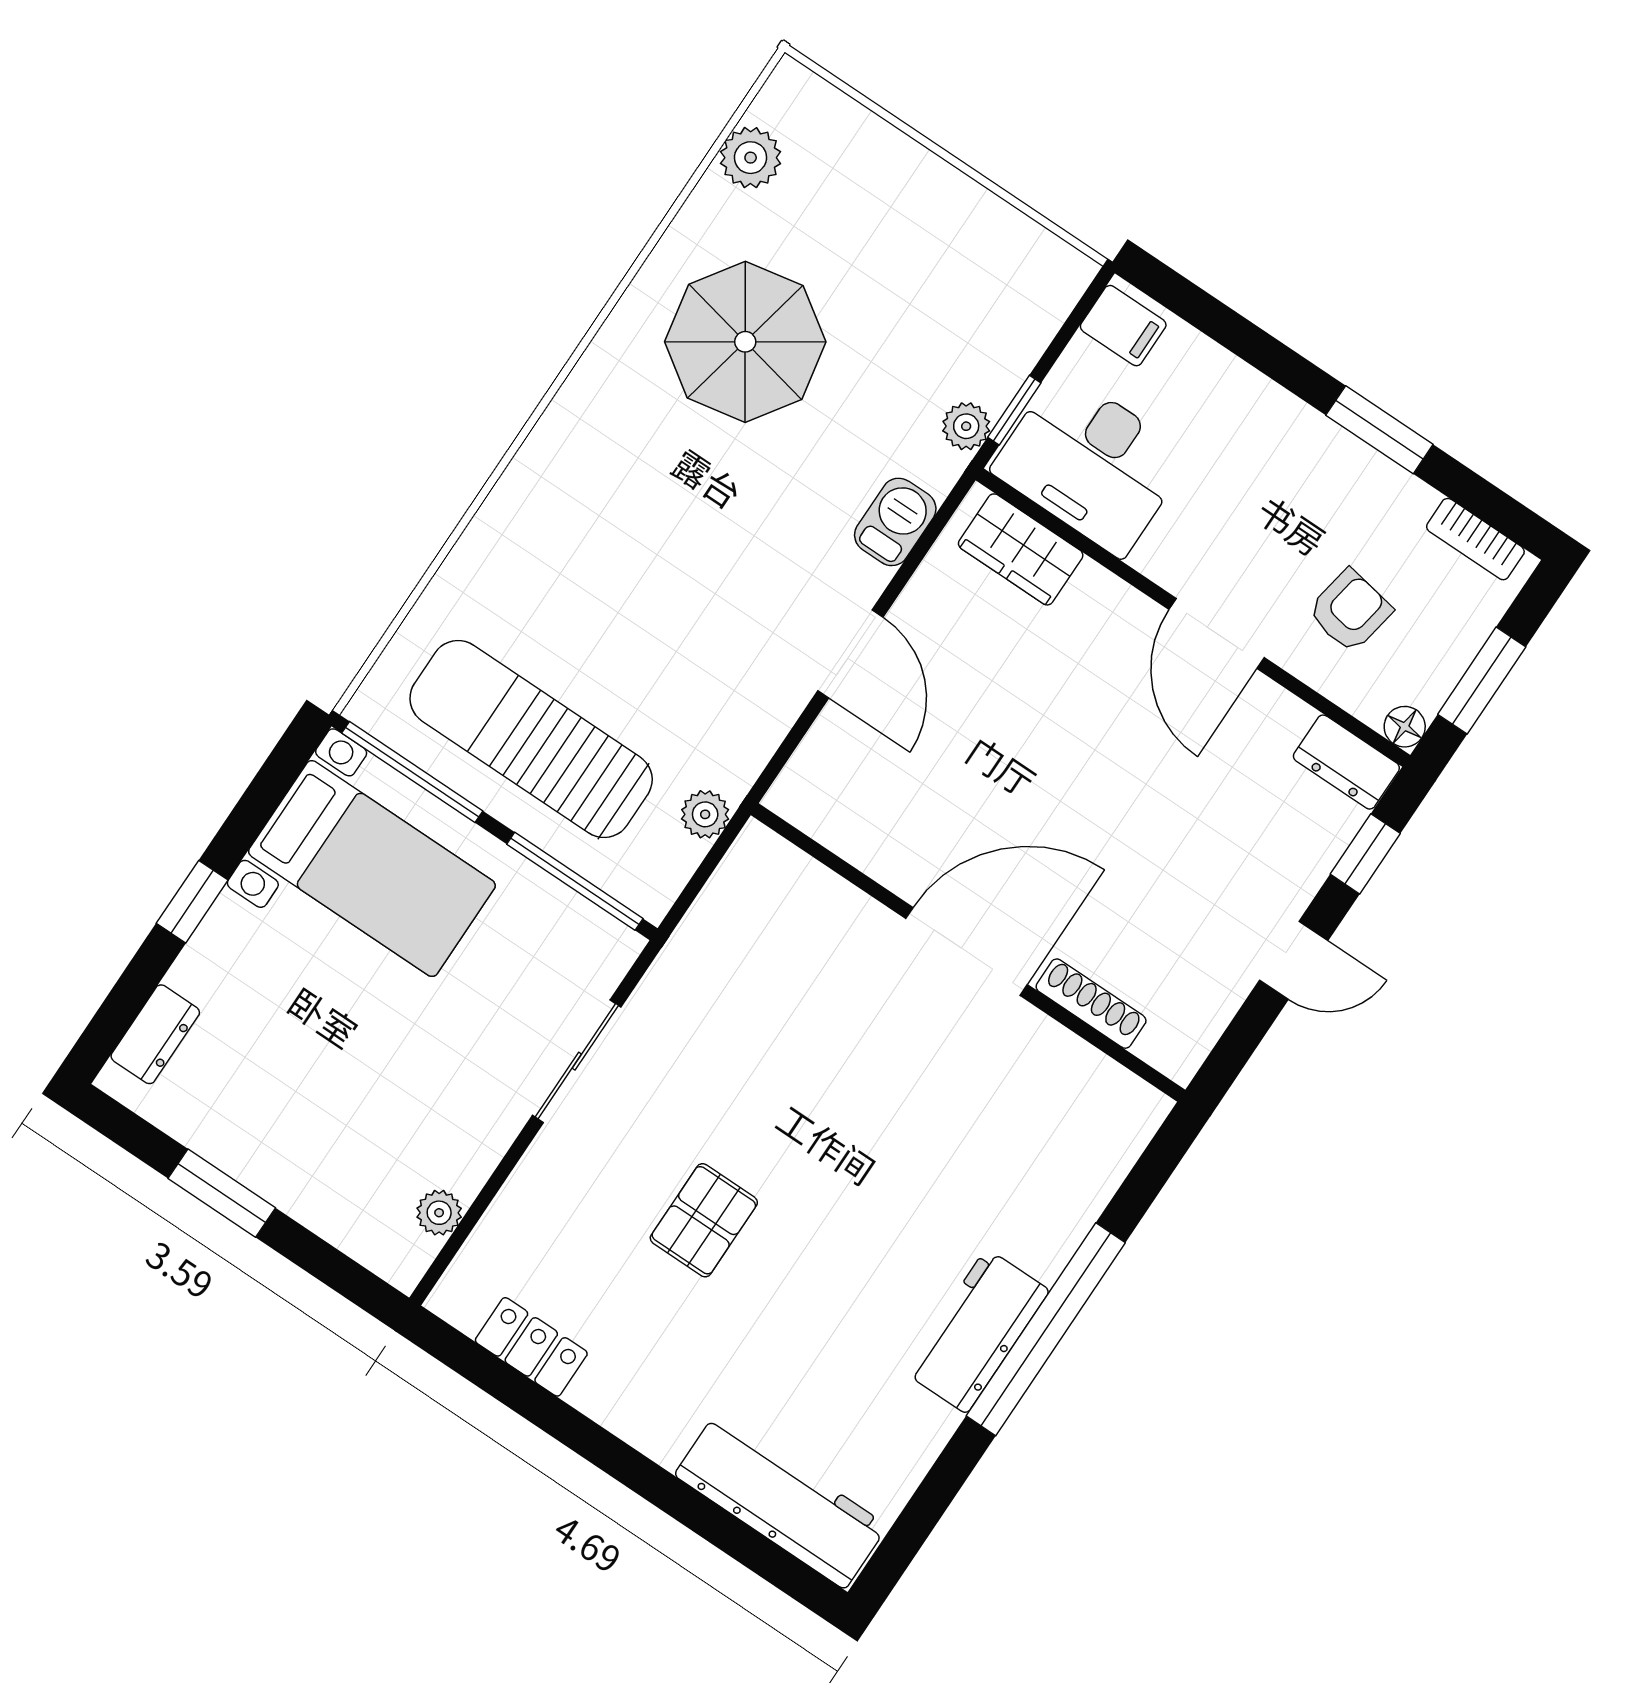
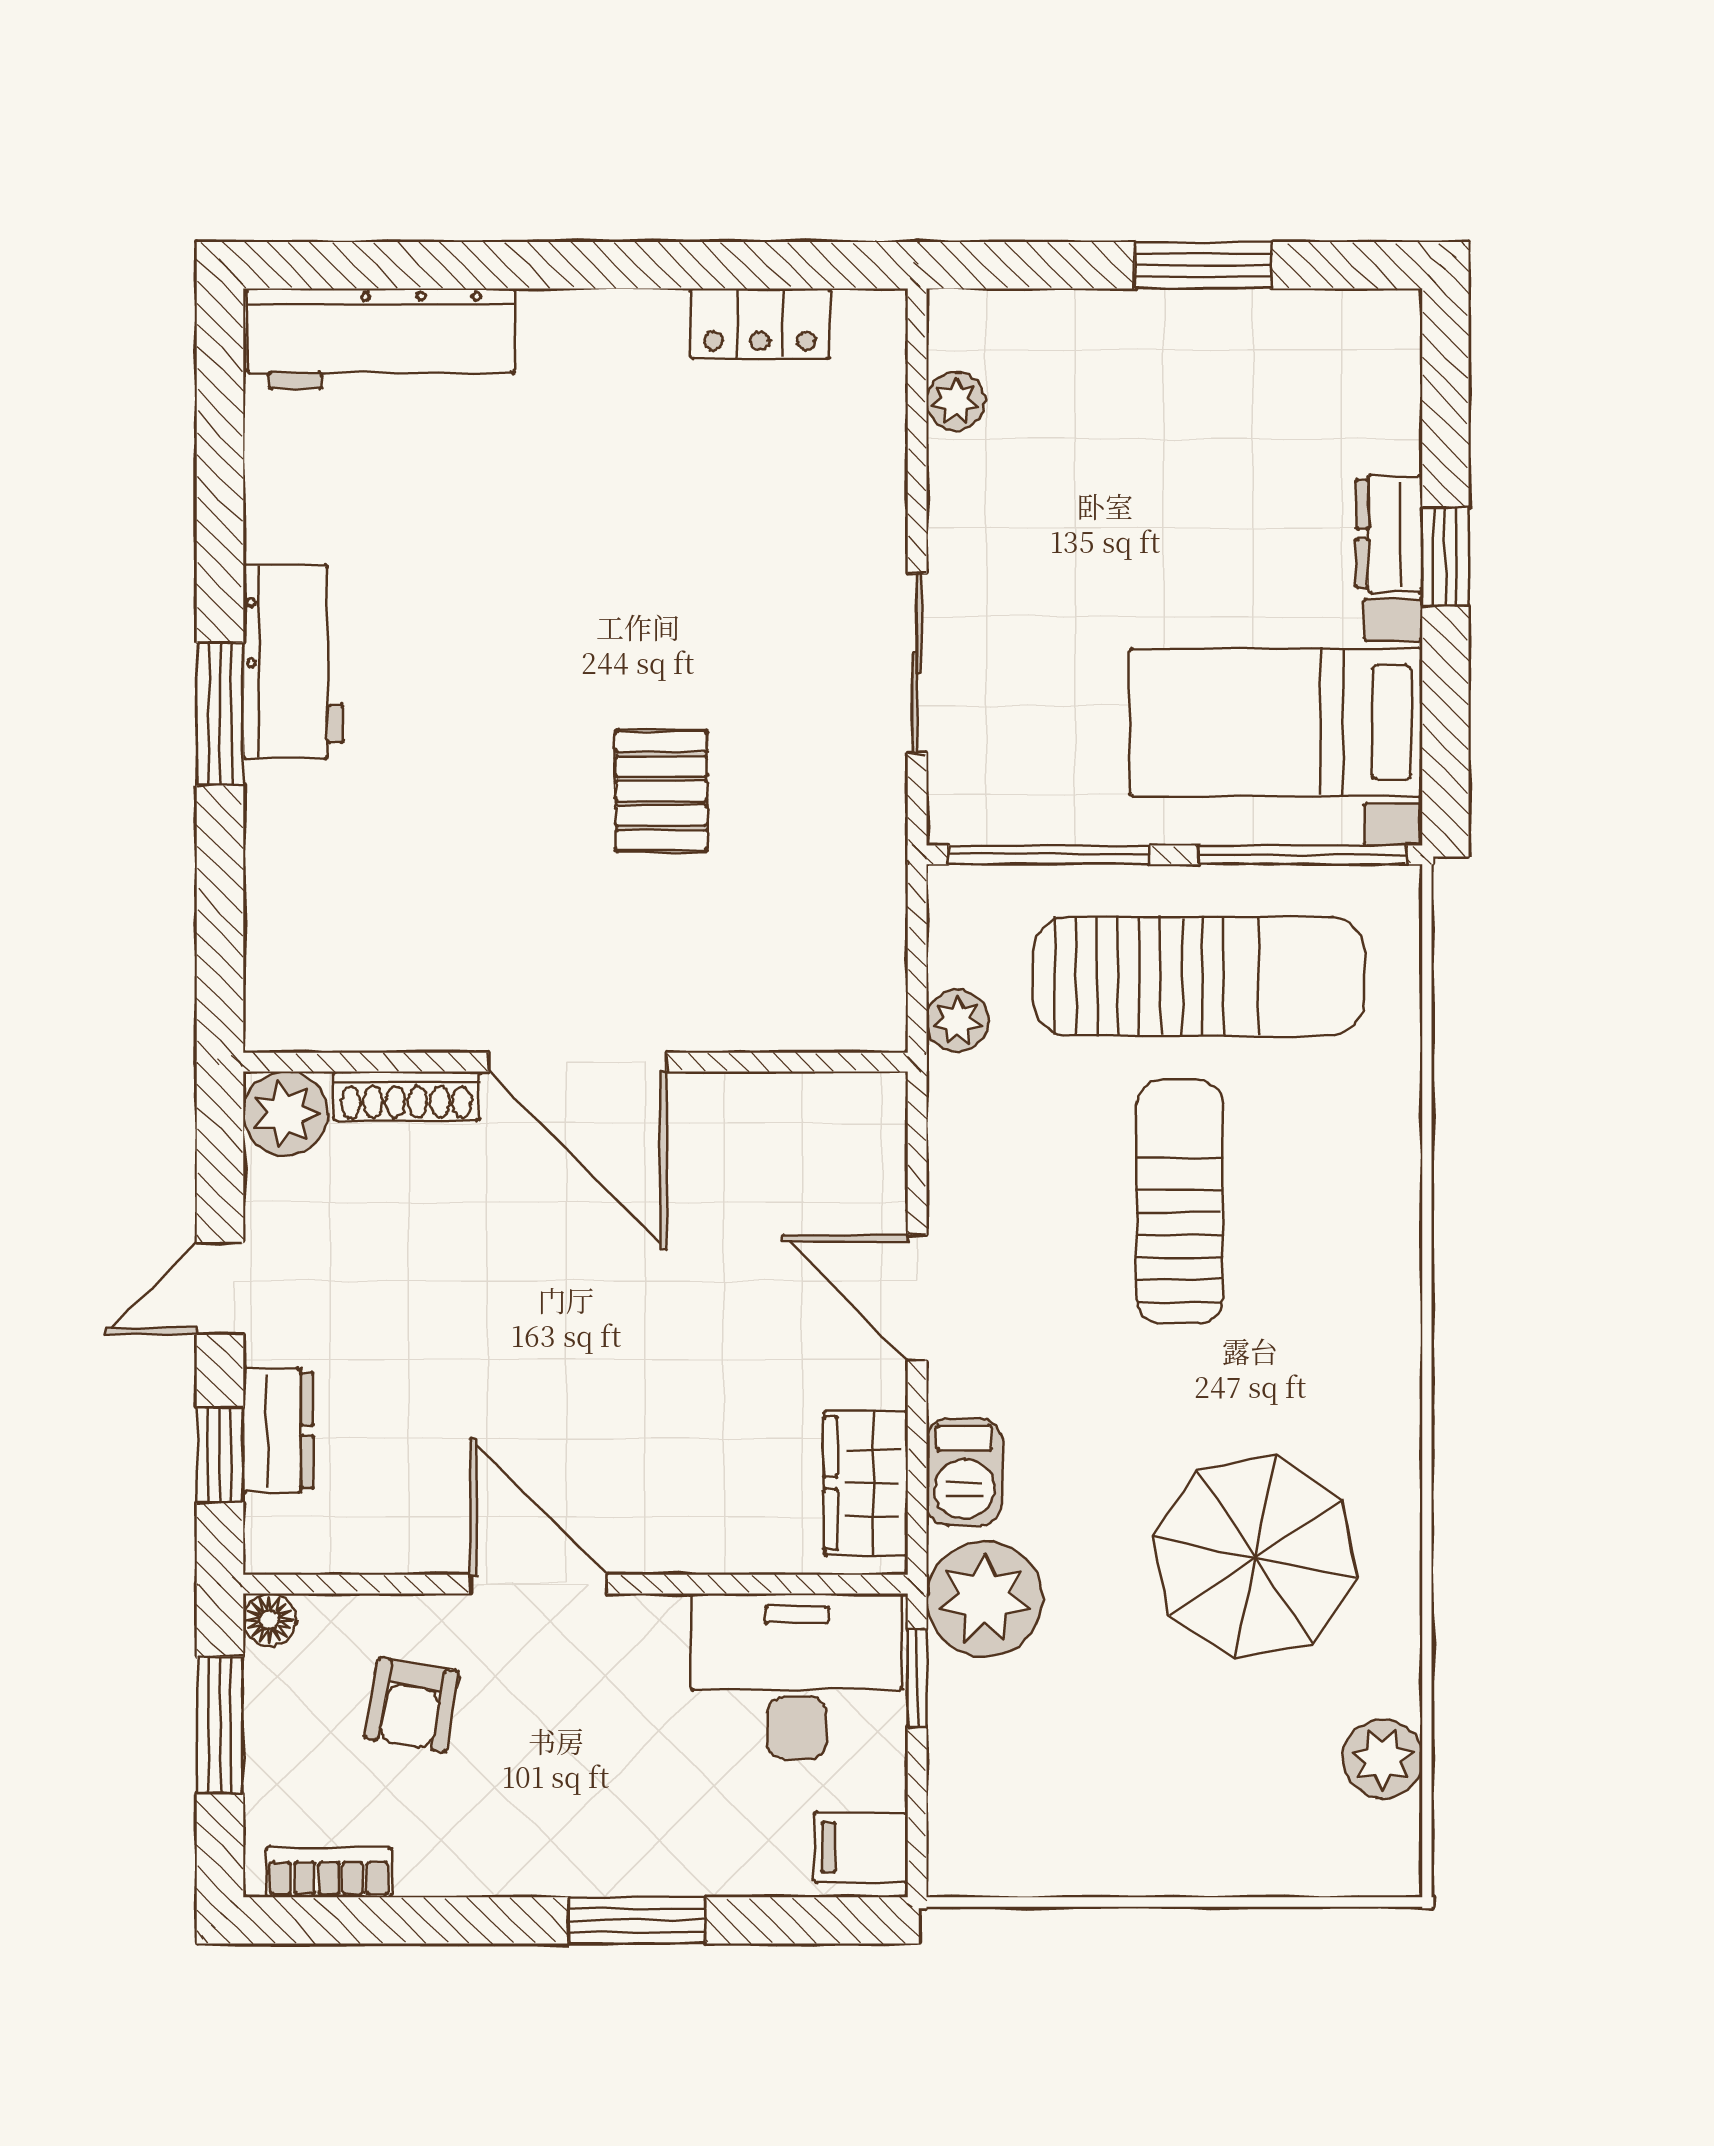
plant: (966, 426) -> (984, 1599), width x1.88, depth x1.88
window: (1379, 430) -> (637, 1920), moved
wardrobe: (1021, 549) -> (866, 1483), moved, turned -90
sun lounger: (641, 602) -> (1180, 1202), added
dresser: (1346, 762) -> (278, 1430), moved, turned 90
door: (967, 952) -> (578, 1062), hinge flipped
dresser: (155, 1034) -> (1389, 534), moved
plant: (1176, 1045) -> (285, 1114), added
pallet: (704, 1220) -> (661, 791), moved
window: (1046, 1329) -> (220, 714), width x0.47

